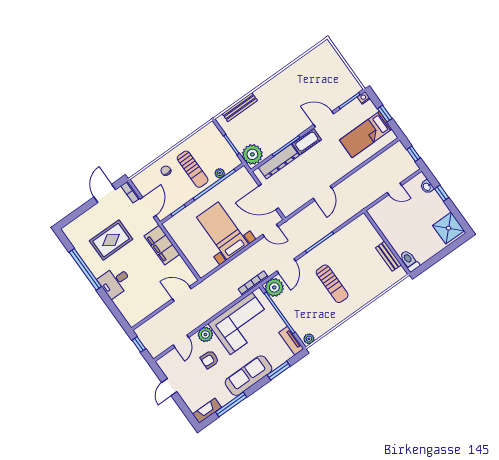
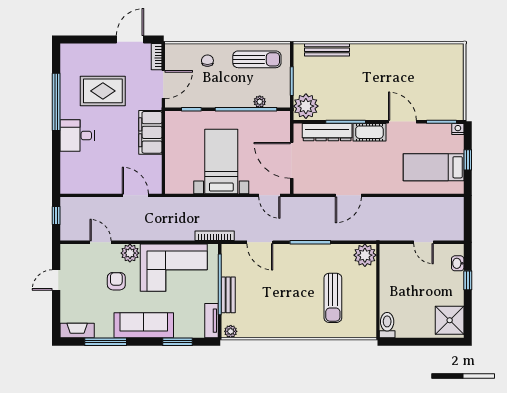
window: (413, 154) -> (468, 221), removed
sun lounger: (193, 169) -> (257, 59), moved, turned -90
bench: (388, 256) -> (228, 295), moved
door: (286, 266) -> (260, 242), hinge flipped
sun lounger: (332, 284) -> (333, 298), moved
plant: (274, 287) -> (365, 255), moved
door: (181, 341) -> (101, 242), swing flipped
armchair: (210, 359) -> (116, 281), turned 87

